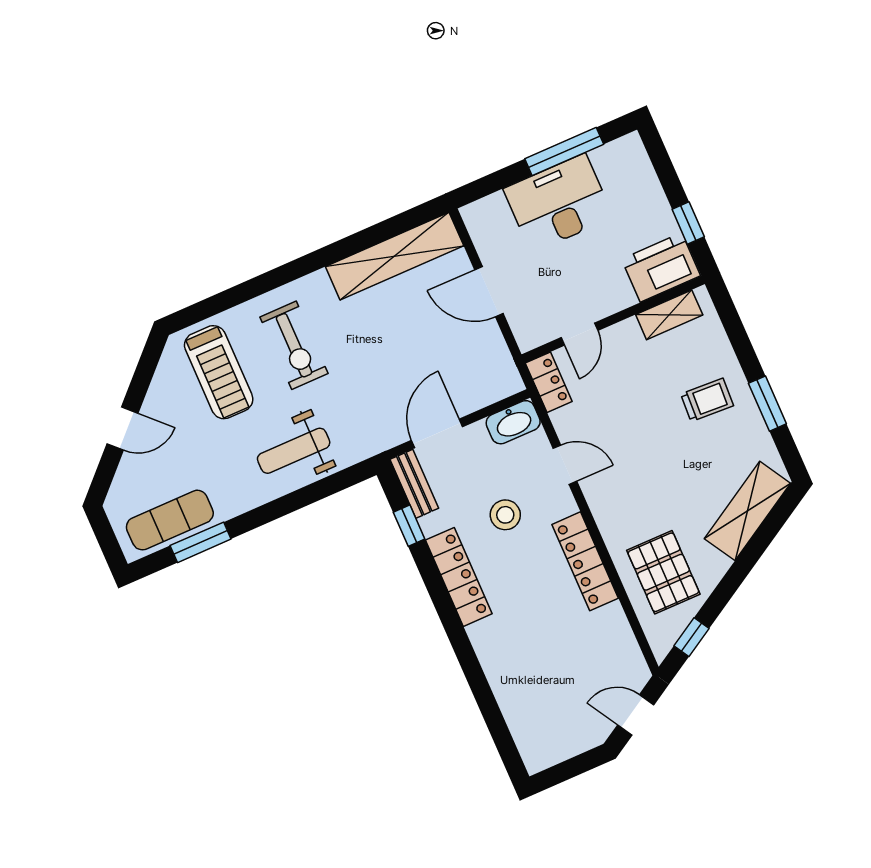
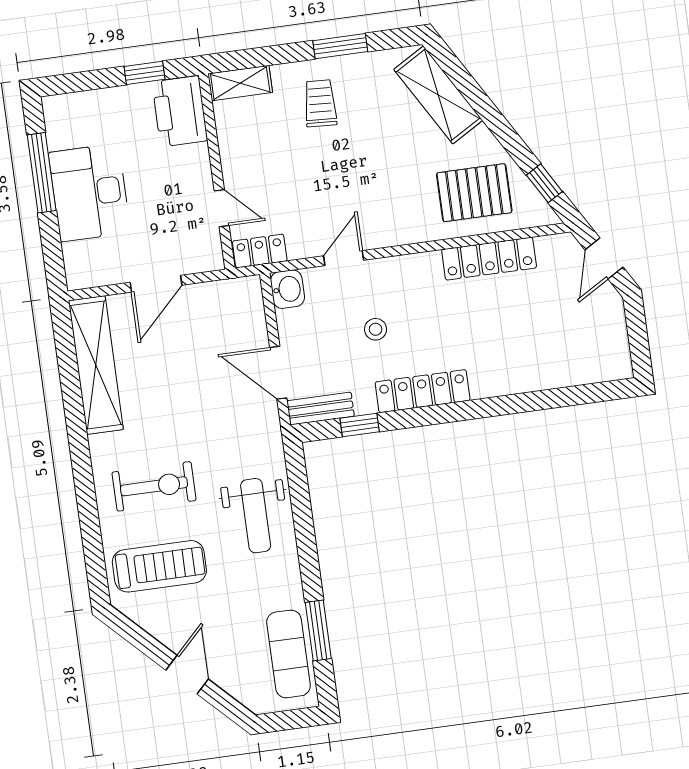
shelving: (669, 315) -> (240, 83), moved, turned 90
washbasin: (513, 422) -> (287, 289), width x0.72
stool: (505, 515) -> (376, 329), width x0.73, depth x0.73
locker: (585, 561) -> (489, 259), moved

